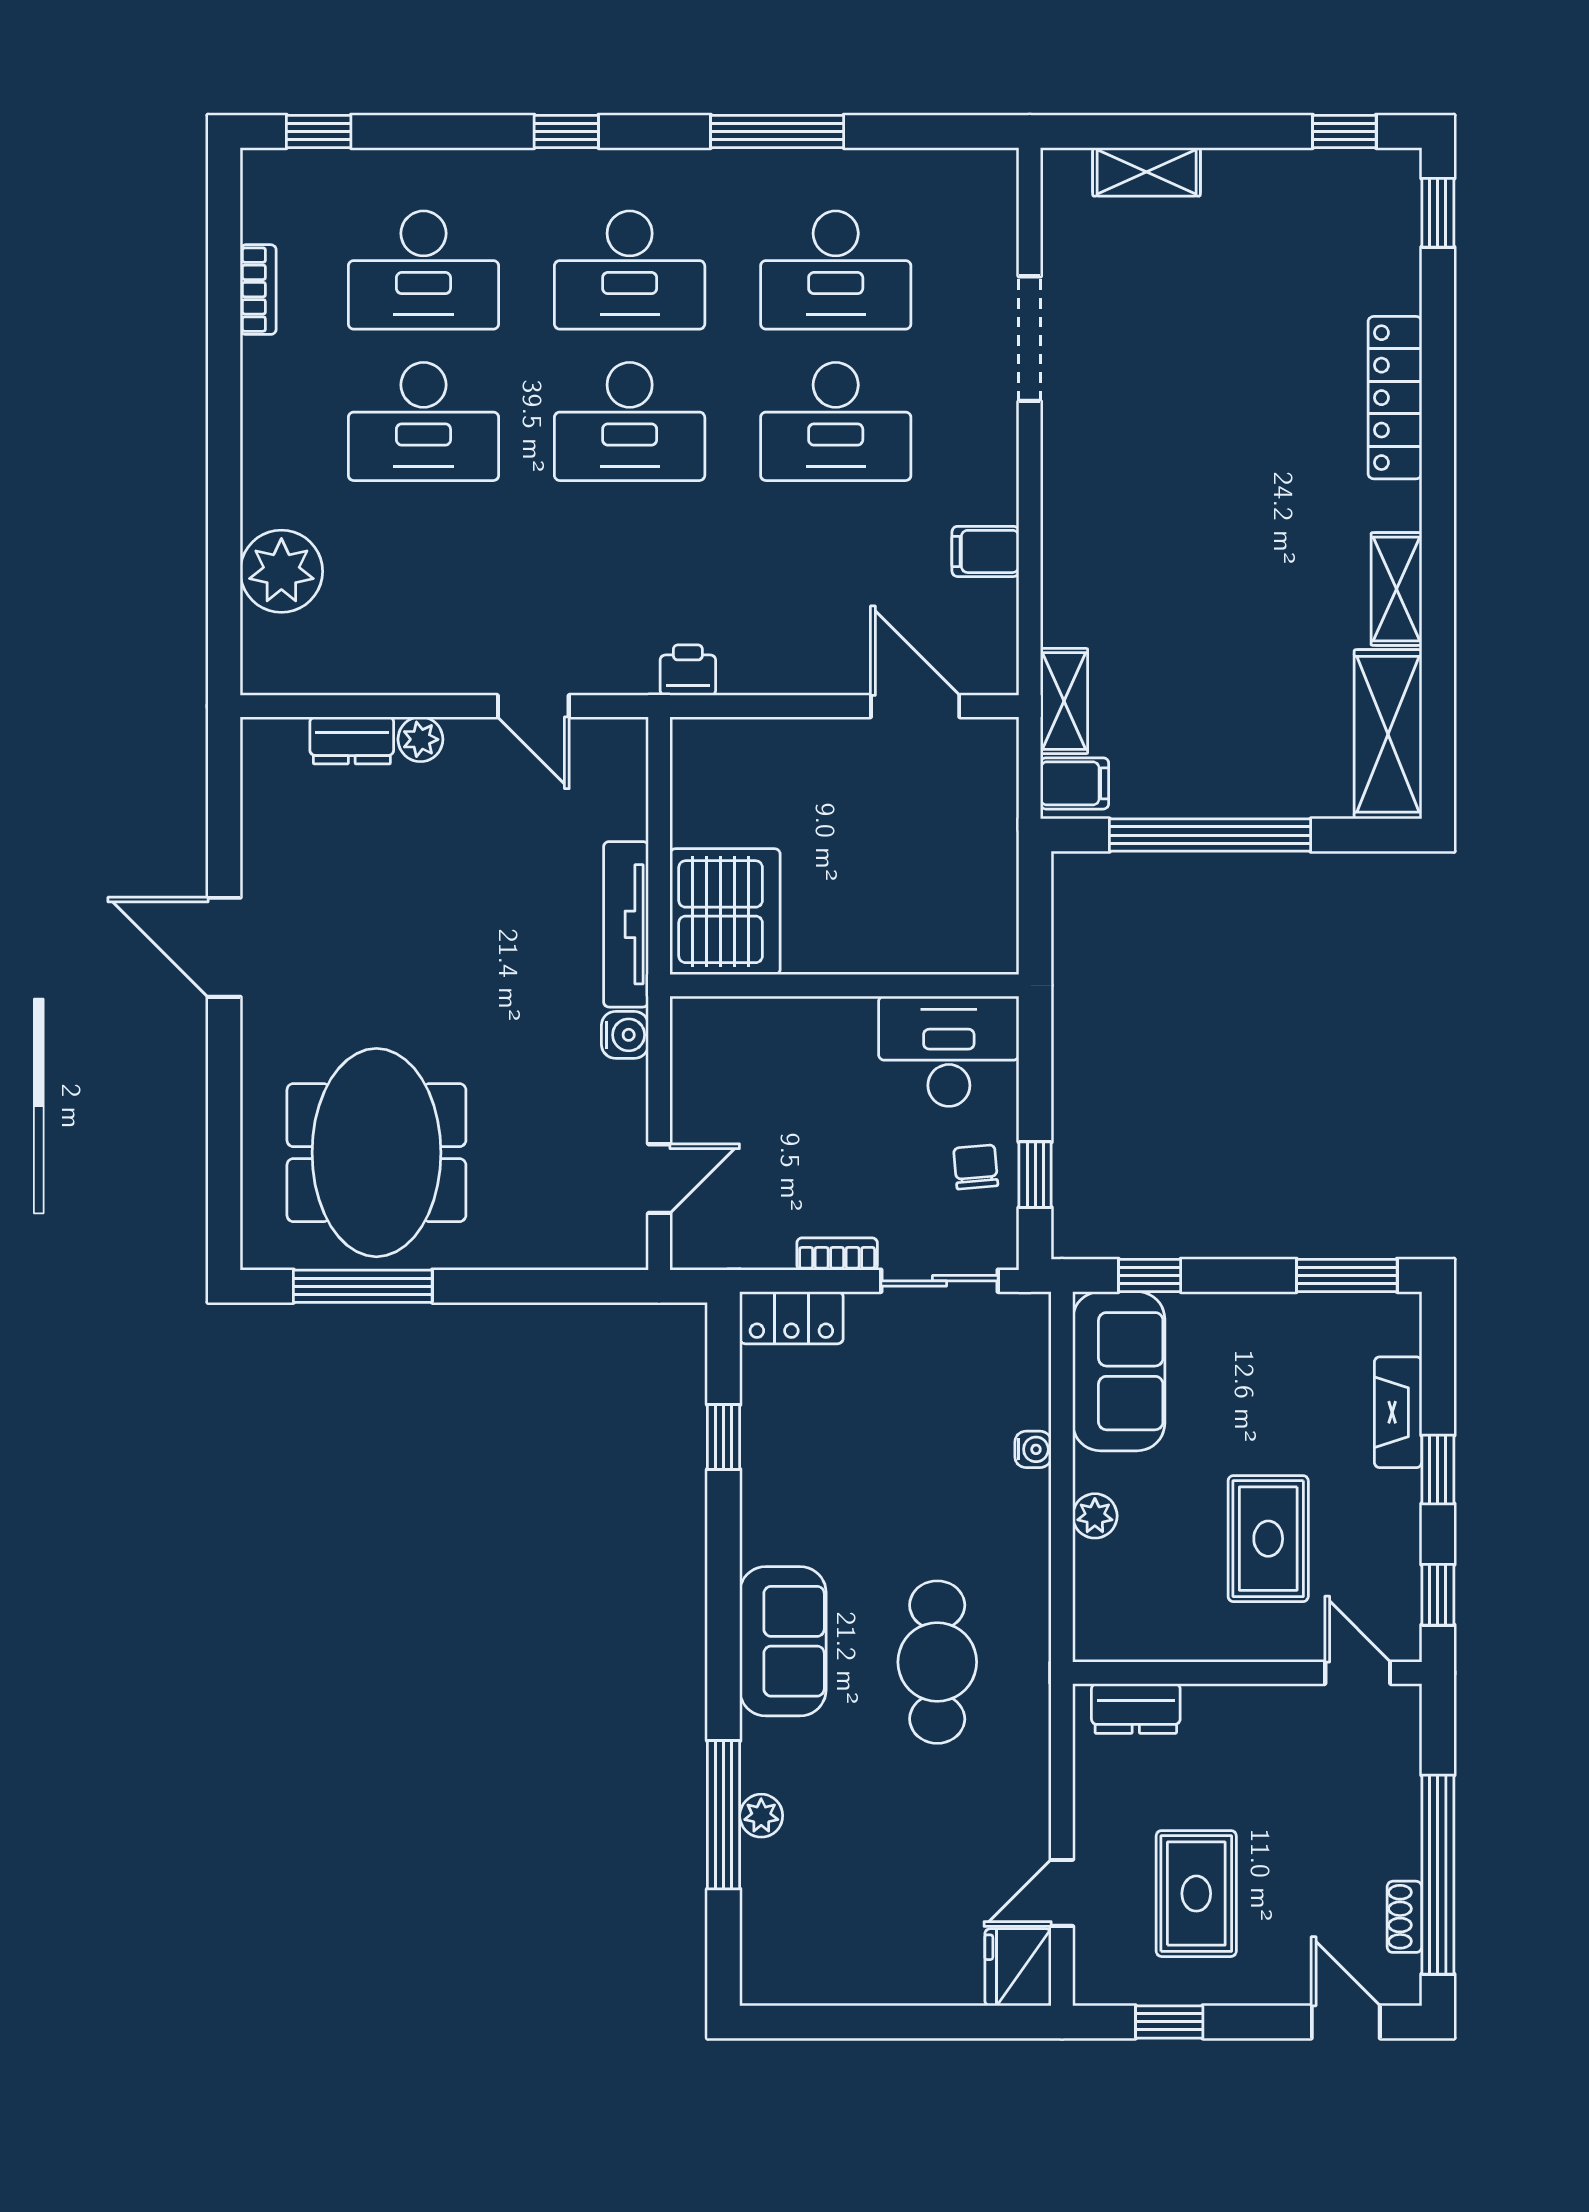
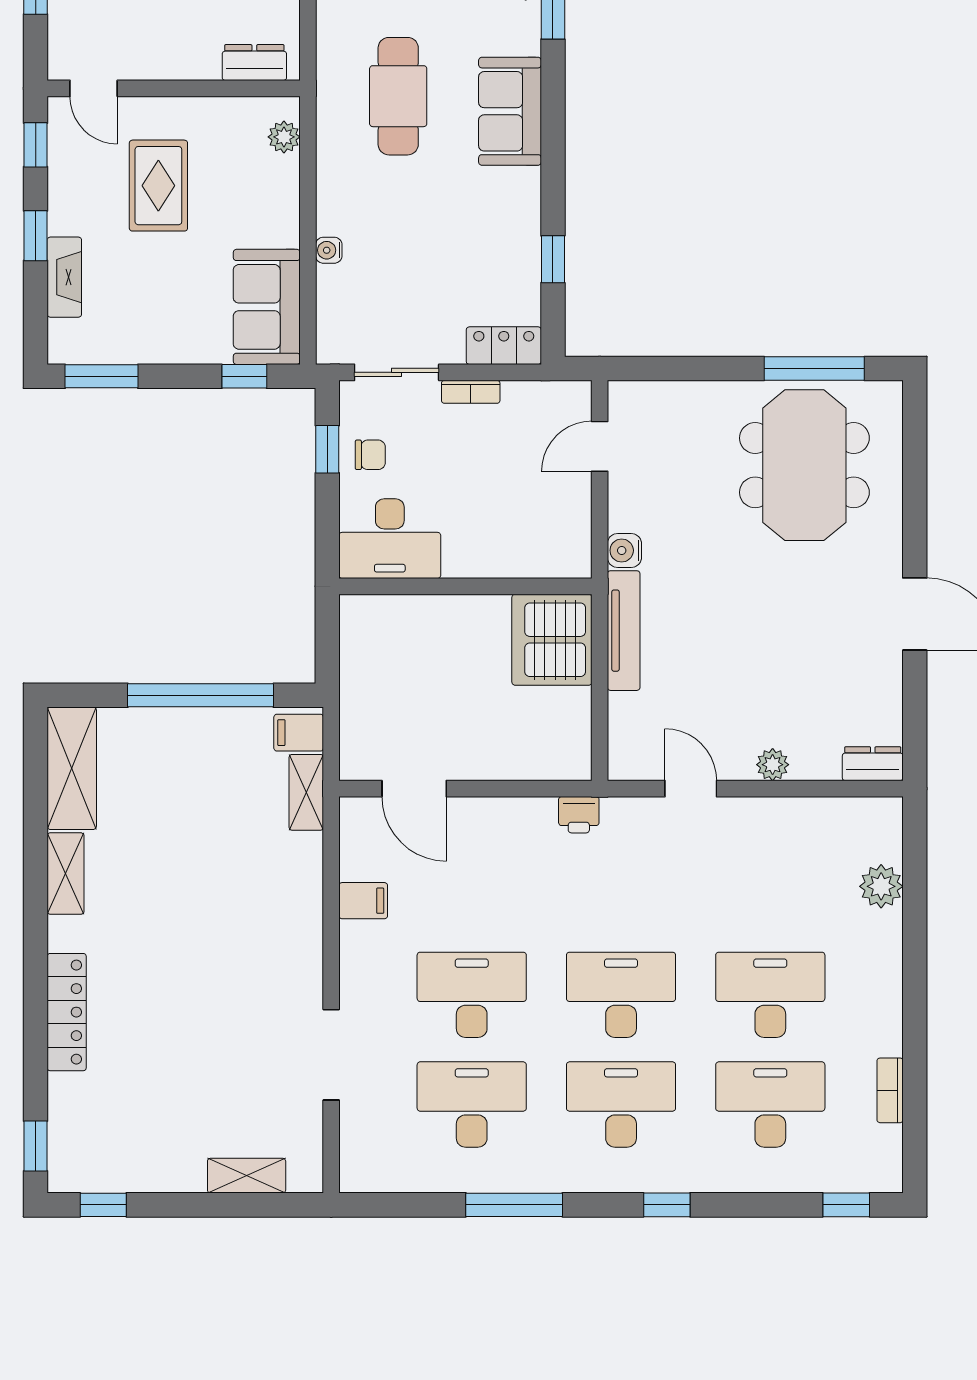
plant: (281, 571) -> (881, 886), width x0.73, depth x0.73
dresser: (352, 740) -> (873, 764), moved
chair: (976, 1167) -> (370, 455), turned -85
plant: (1095, 1516) -> (284, 137), moved

